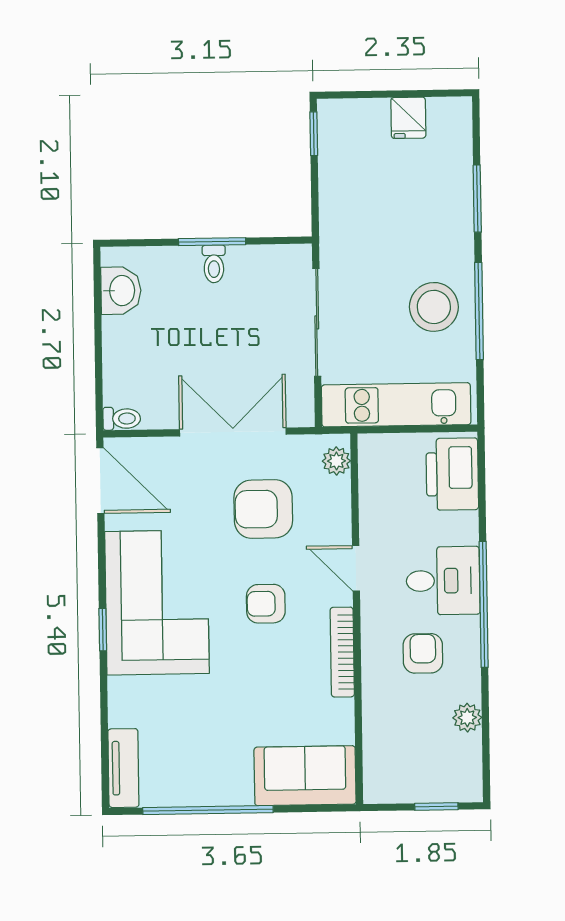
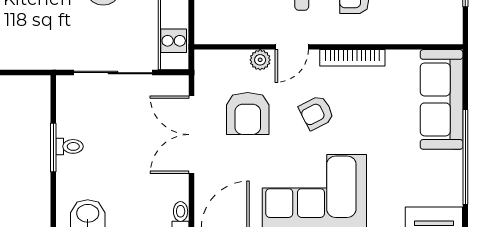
plant: (336, 461) -> (260, 60), moved
armchair: (266, 604) -> (316, 113), turned 63
sofa: (305, 776) -> (442, 99), width x1.36

